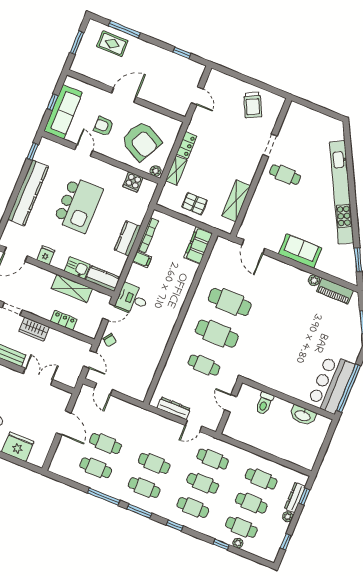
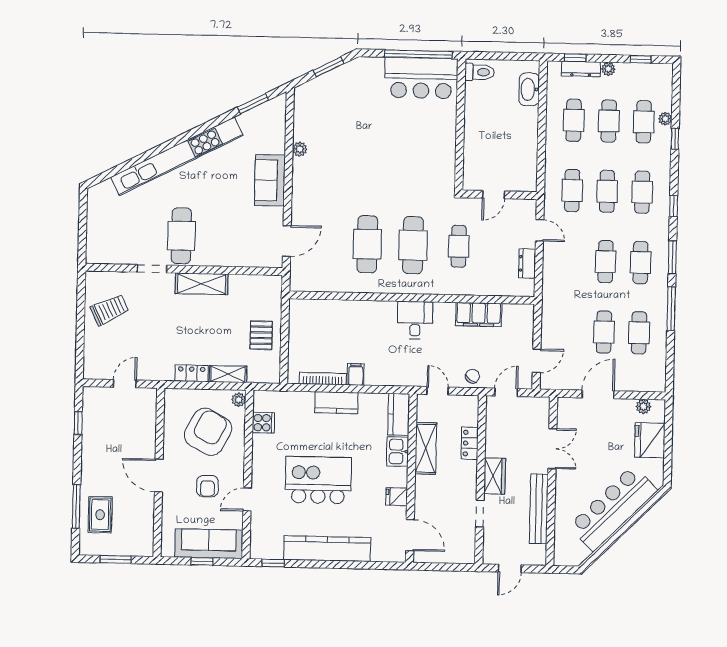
cafe table: (285, 175) -> (181, 236), width x1.37, depth x1.35
shelving: (236, 201) -> (202, 284), moved
filing cabinet: (198, 245) -> (479, 315), moved
piano: (335, 291) -> (303, 118), removed
desk: (132, 299) -> (415, 320), moved, turned 180
double door: (38, 377) -> (552, 449), swing flipped
toilet: (264, 403) -> (479, 72), moved
dresser: (174, 408) -> (527, 263), width x0.70
washbasin: (303, 415) -> (529, 89), moved, turned 180
plant: (43, 451) -> (643, 407), added

